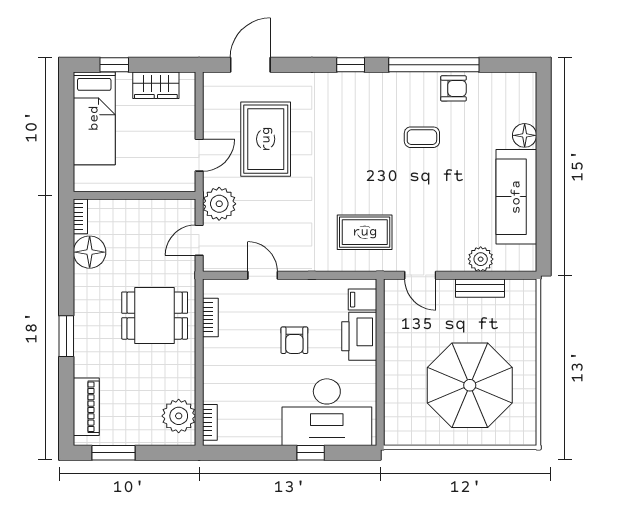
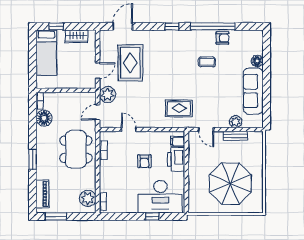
dining table: (155, 316) -> (76, 149), width x1.38

